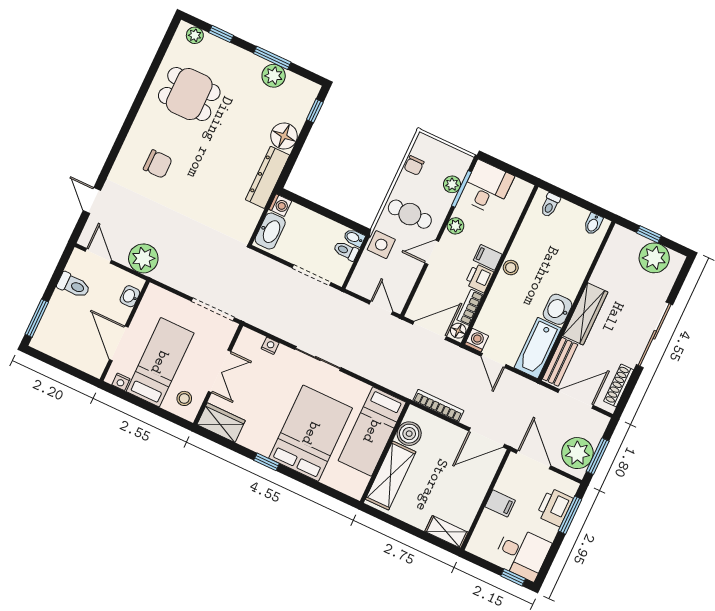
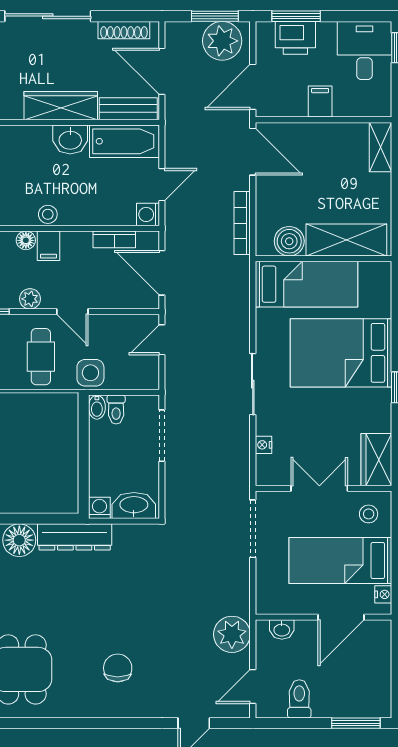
printer: (479, 278) -> (76, 244), removed
floor lamp: (458, 331) -> (26, 240), moved

